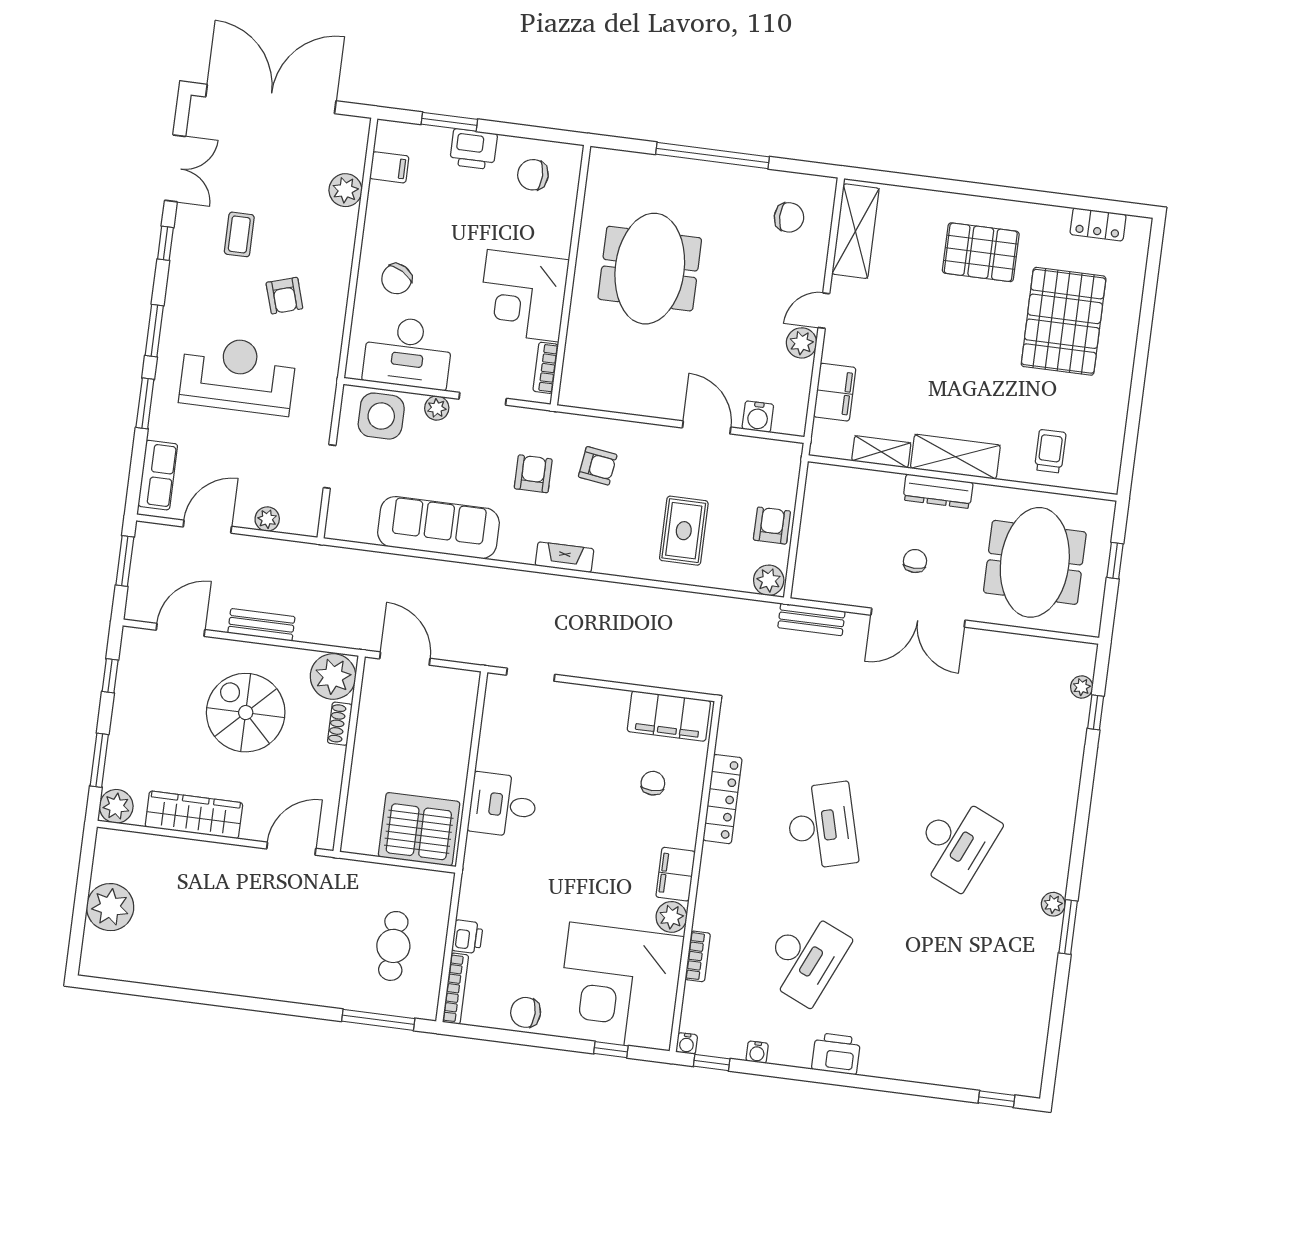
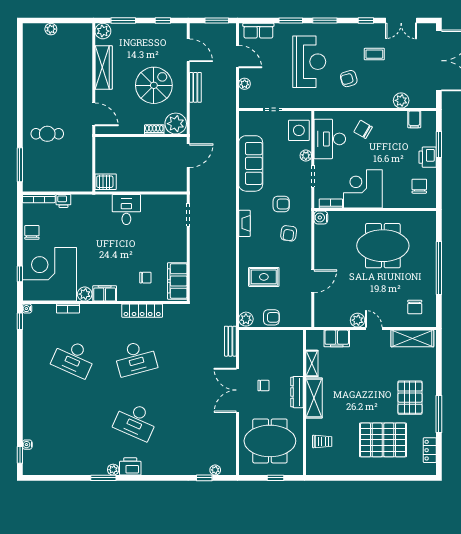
window: (1023, 195) -> (439, 414), added
water cooler: (758, 417) -> (321, 218), moved
server rack: (419, 829) -> (106, 182), width x0.46, depth x0.70
plant: (110, 907) -> (51, 29), width x0.53, depth x0.53
cafe table: (393, 946) -> (47, 134), moved
water cooler: (757, 1052) -> (27, 445), moved
printer: (836, 1054) -> (130, 466), moved, turned -90

